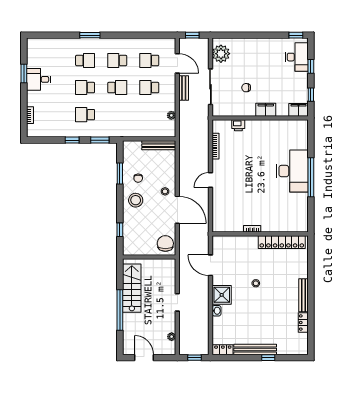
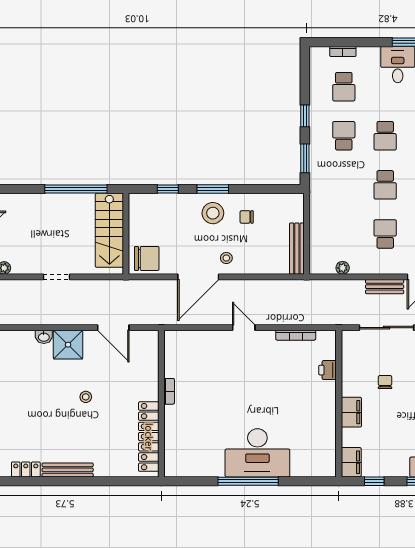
school desk: (85, 88) -> (385, 136), turned 180
school desk: (53, 115) -> (344, 87), added
window: (120, 174) -> (213, 189), moved
door: (210, 265) -> (113, 328), swing flipped
stairs: (132, 288) -> (109, 230), moved, turned 90
window: (120, 310) -> (76, 189), moved

